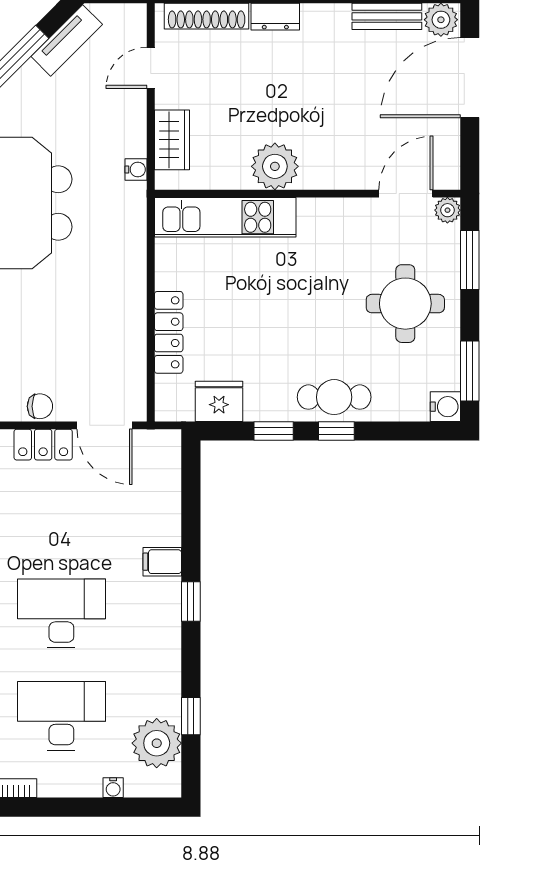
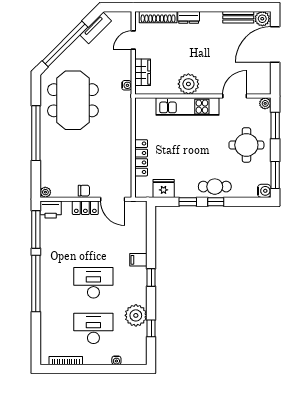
door: (406, 194) -> (235, 96), moved
kitchen unit: (225, 217) -> (187, 107), moved
plant: (157, 743) -> (136, 315), moved

